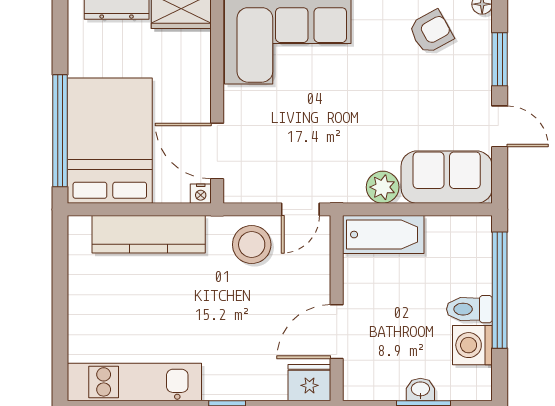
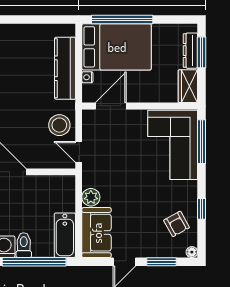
nightstand: (201, 194) -> (87, 77), moved
bathtub: (383, 235) -> (65, 235), moved

